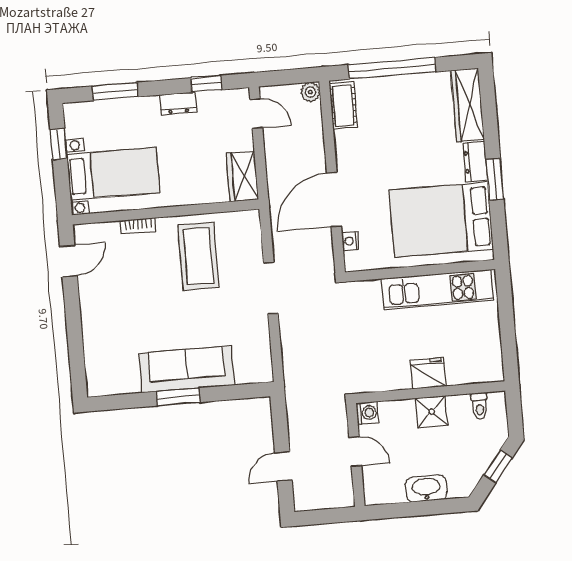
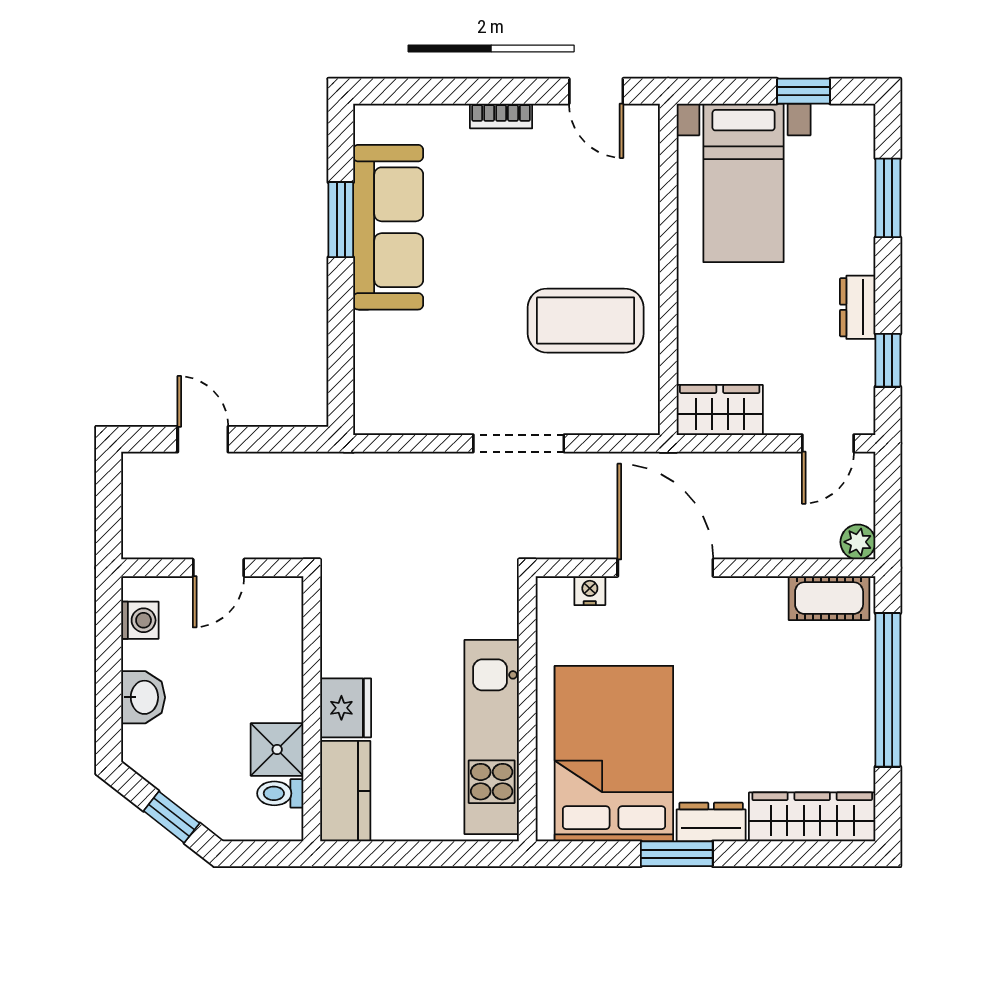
bookcase: (138, 226) -> (501, 116), moved, turned -90
sofa: (187, 369) -> (388, 227), moved
kitchen counter: (475, 369) -> (345, 791), added
window: (178, 397) -> (341, 220), moved
shower: (432, 412) -> (277, 749), moved
washing machine: (367, 413) -> (140, 620), moved, turned -90
washbasin: (426, 488) -> (143, 697), width x0.72

